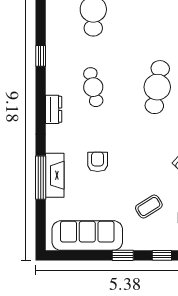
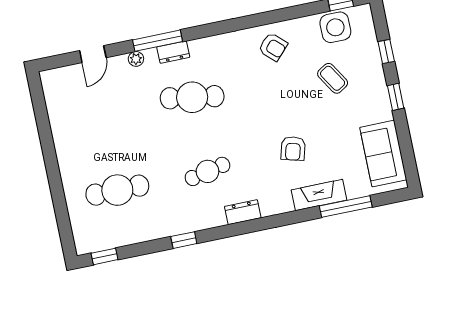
armchair: (98, 162) -> (293, 149), turned -75
window: (41, 178) -> (346, 206), moved
sofa: (87, 236) -> (383, 154), width x0.73

